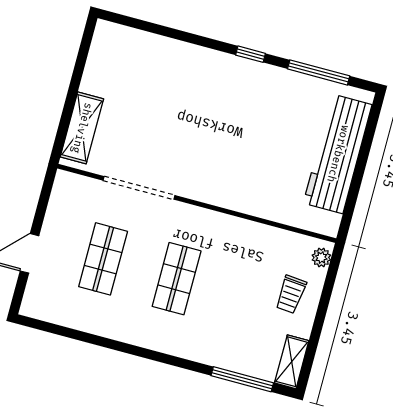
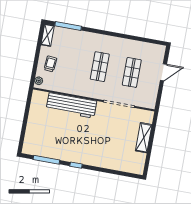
shelving: (82, 128) -> (144, 138), moved
workbench: (338, 154) -> (71, 105), moved, turned 90

